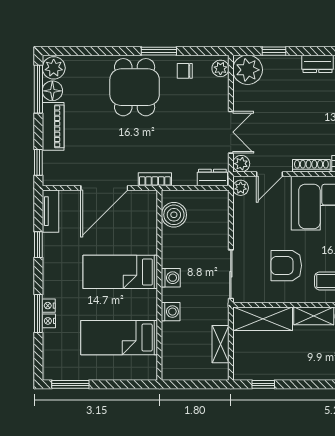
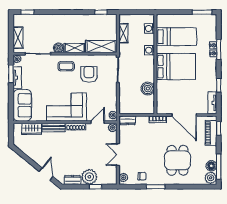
plant: (248, 70) -> (89, 177), moved
dining table: (135, 87) -> (177, 160), moved
piano: (53, 126) -> (211, 133), moved
double door: (231, 132) -> (118, 155), moved
door: (104, 188) -> (184, 115), swing flipped
boiler: (174, 215) -> (148, 89), moved
armchair: (286, 266) -> (89, 74), turned -90
bed: (120, 272) -> (176, 67), width x1.50
washing machine: (171, 278) -> (149, 28), moved

